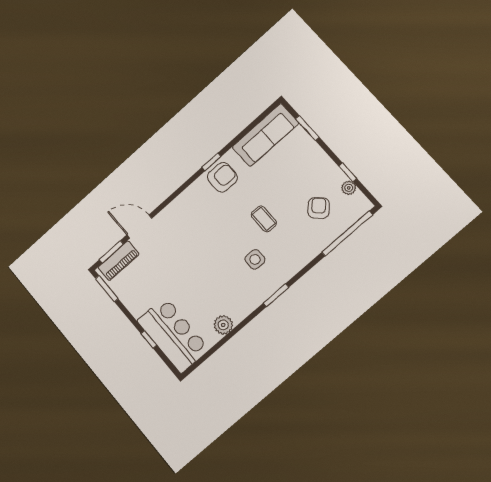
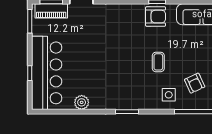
armchair: (319, 208) -> (195, 83), turned 111
side table: (255, 259) -> (169, 95), moved
bar counter: (173, 335) -> (47, 73), width x1.36

